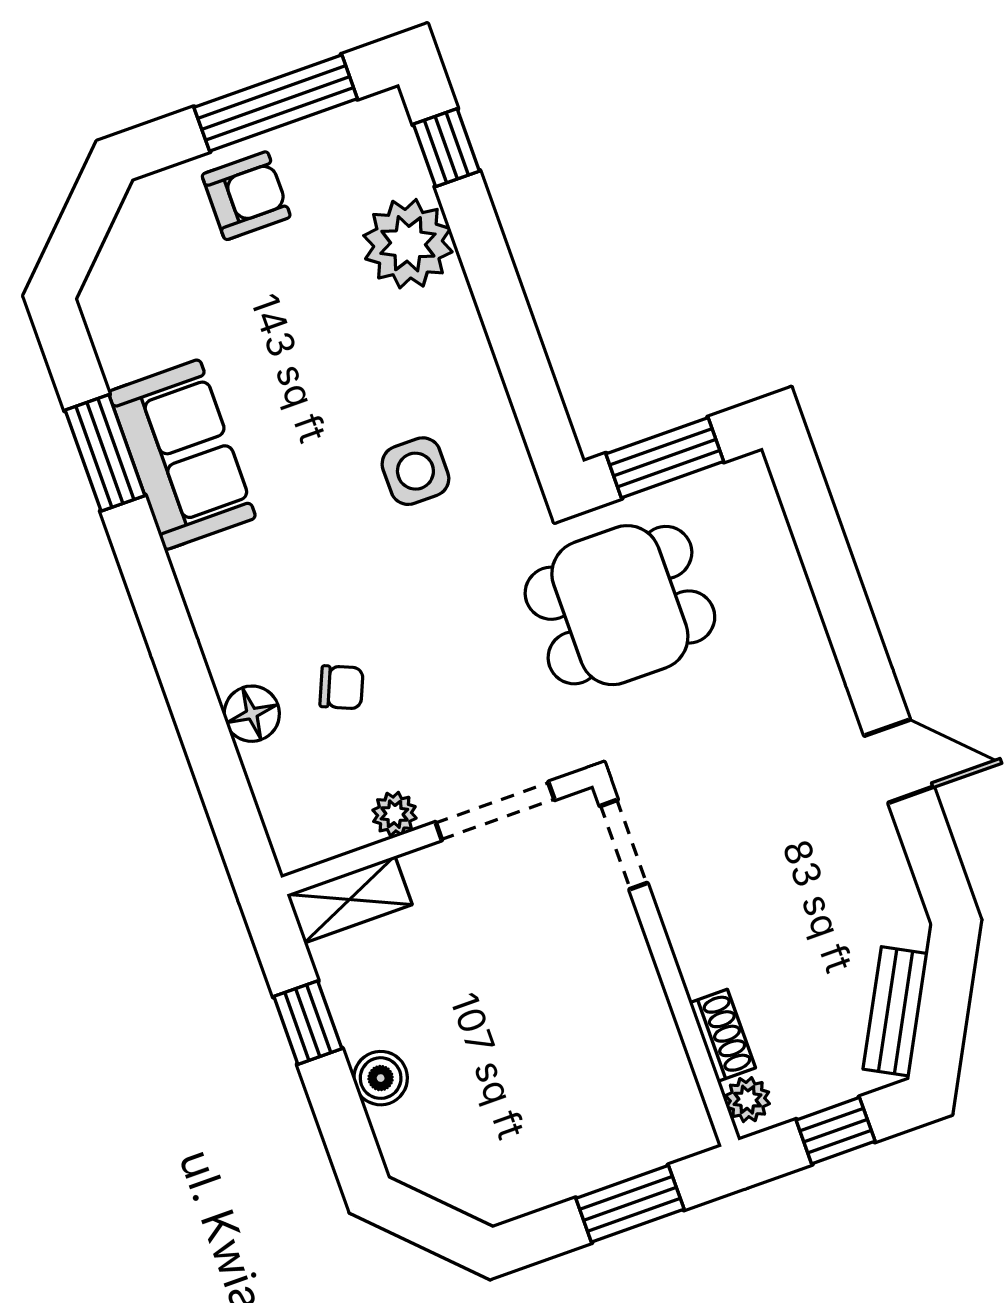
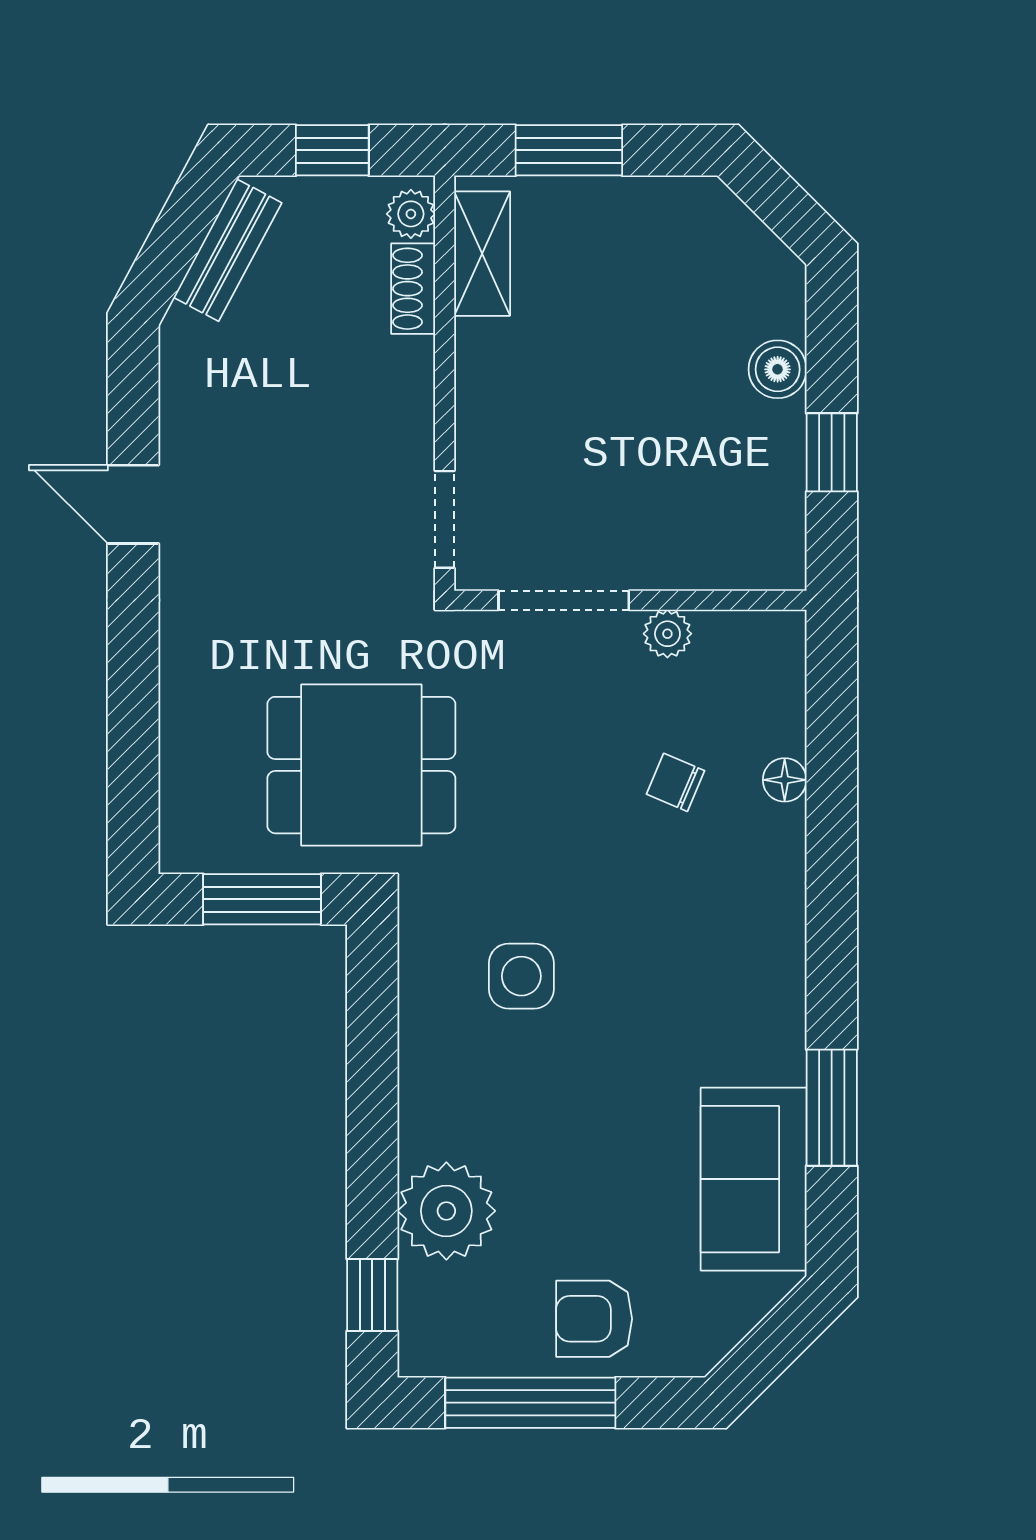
sofa: (182, 455) -> (754, 1179), moved
floor lamp: (252, 714) -> (785, 780), width x0.73, depth x0.73
shelving: (350, 899) -> (482, 254), moved, turned 90

